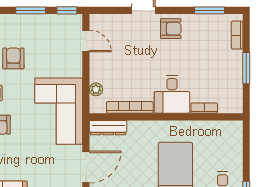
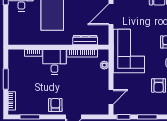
armchair: (171, 29) -> (55, 105), turned 90
door: (86, 41) -> (111, 97), swing flipped
dresser: (108, 128) -> (85, 40), moved

